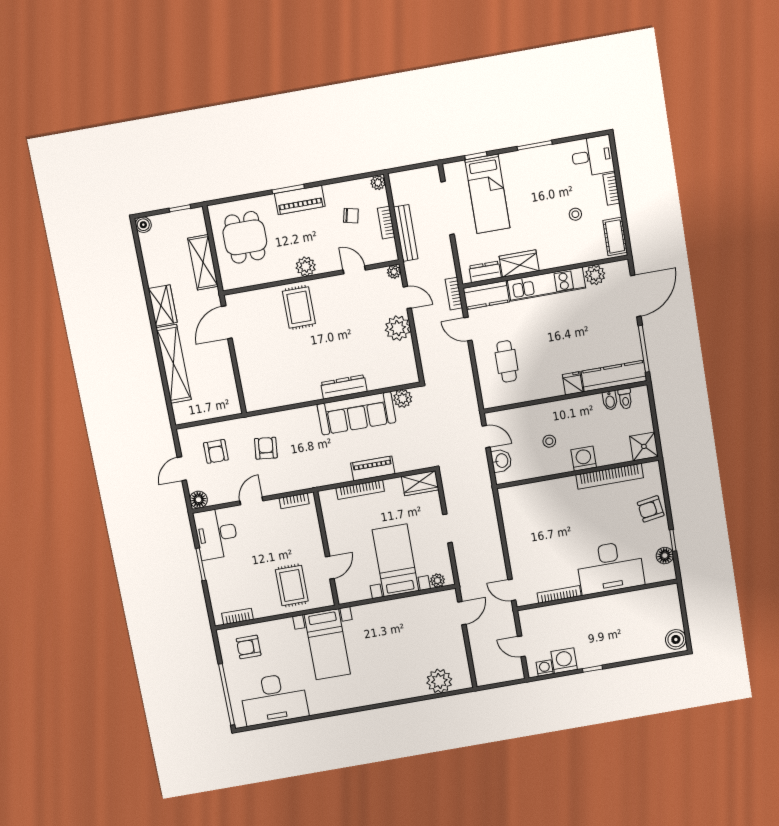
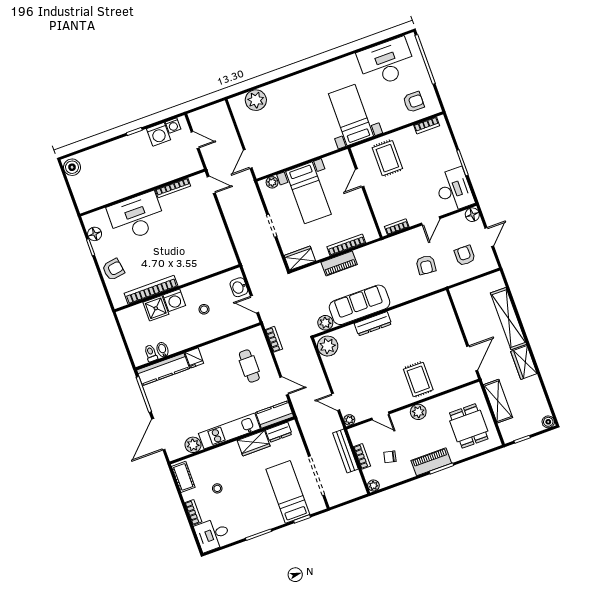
bookcase: (454, 294) -> (274, 339), moved
plant: (398, 328) -> (328, 346), moved
shower: (644, 446) -> (156, 308), moved

